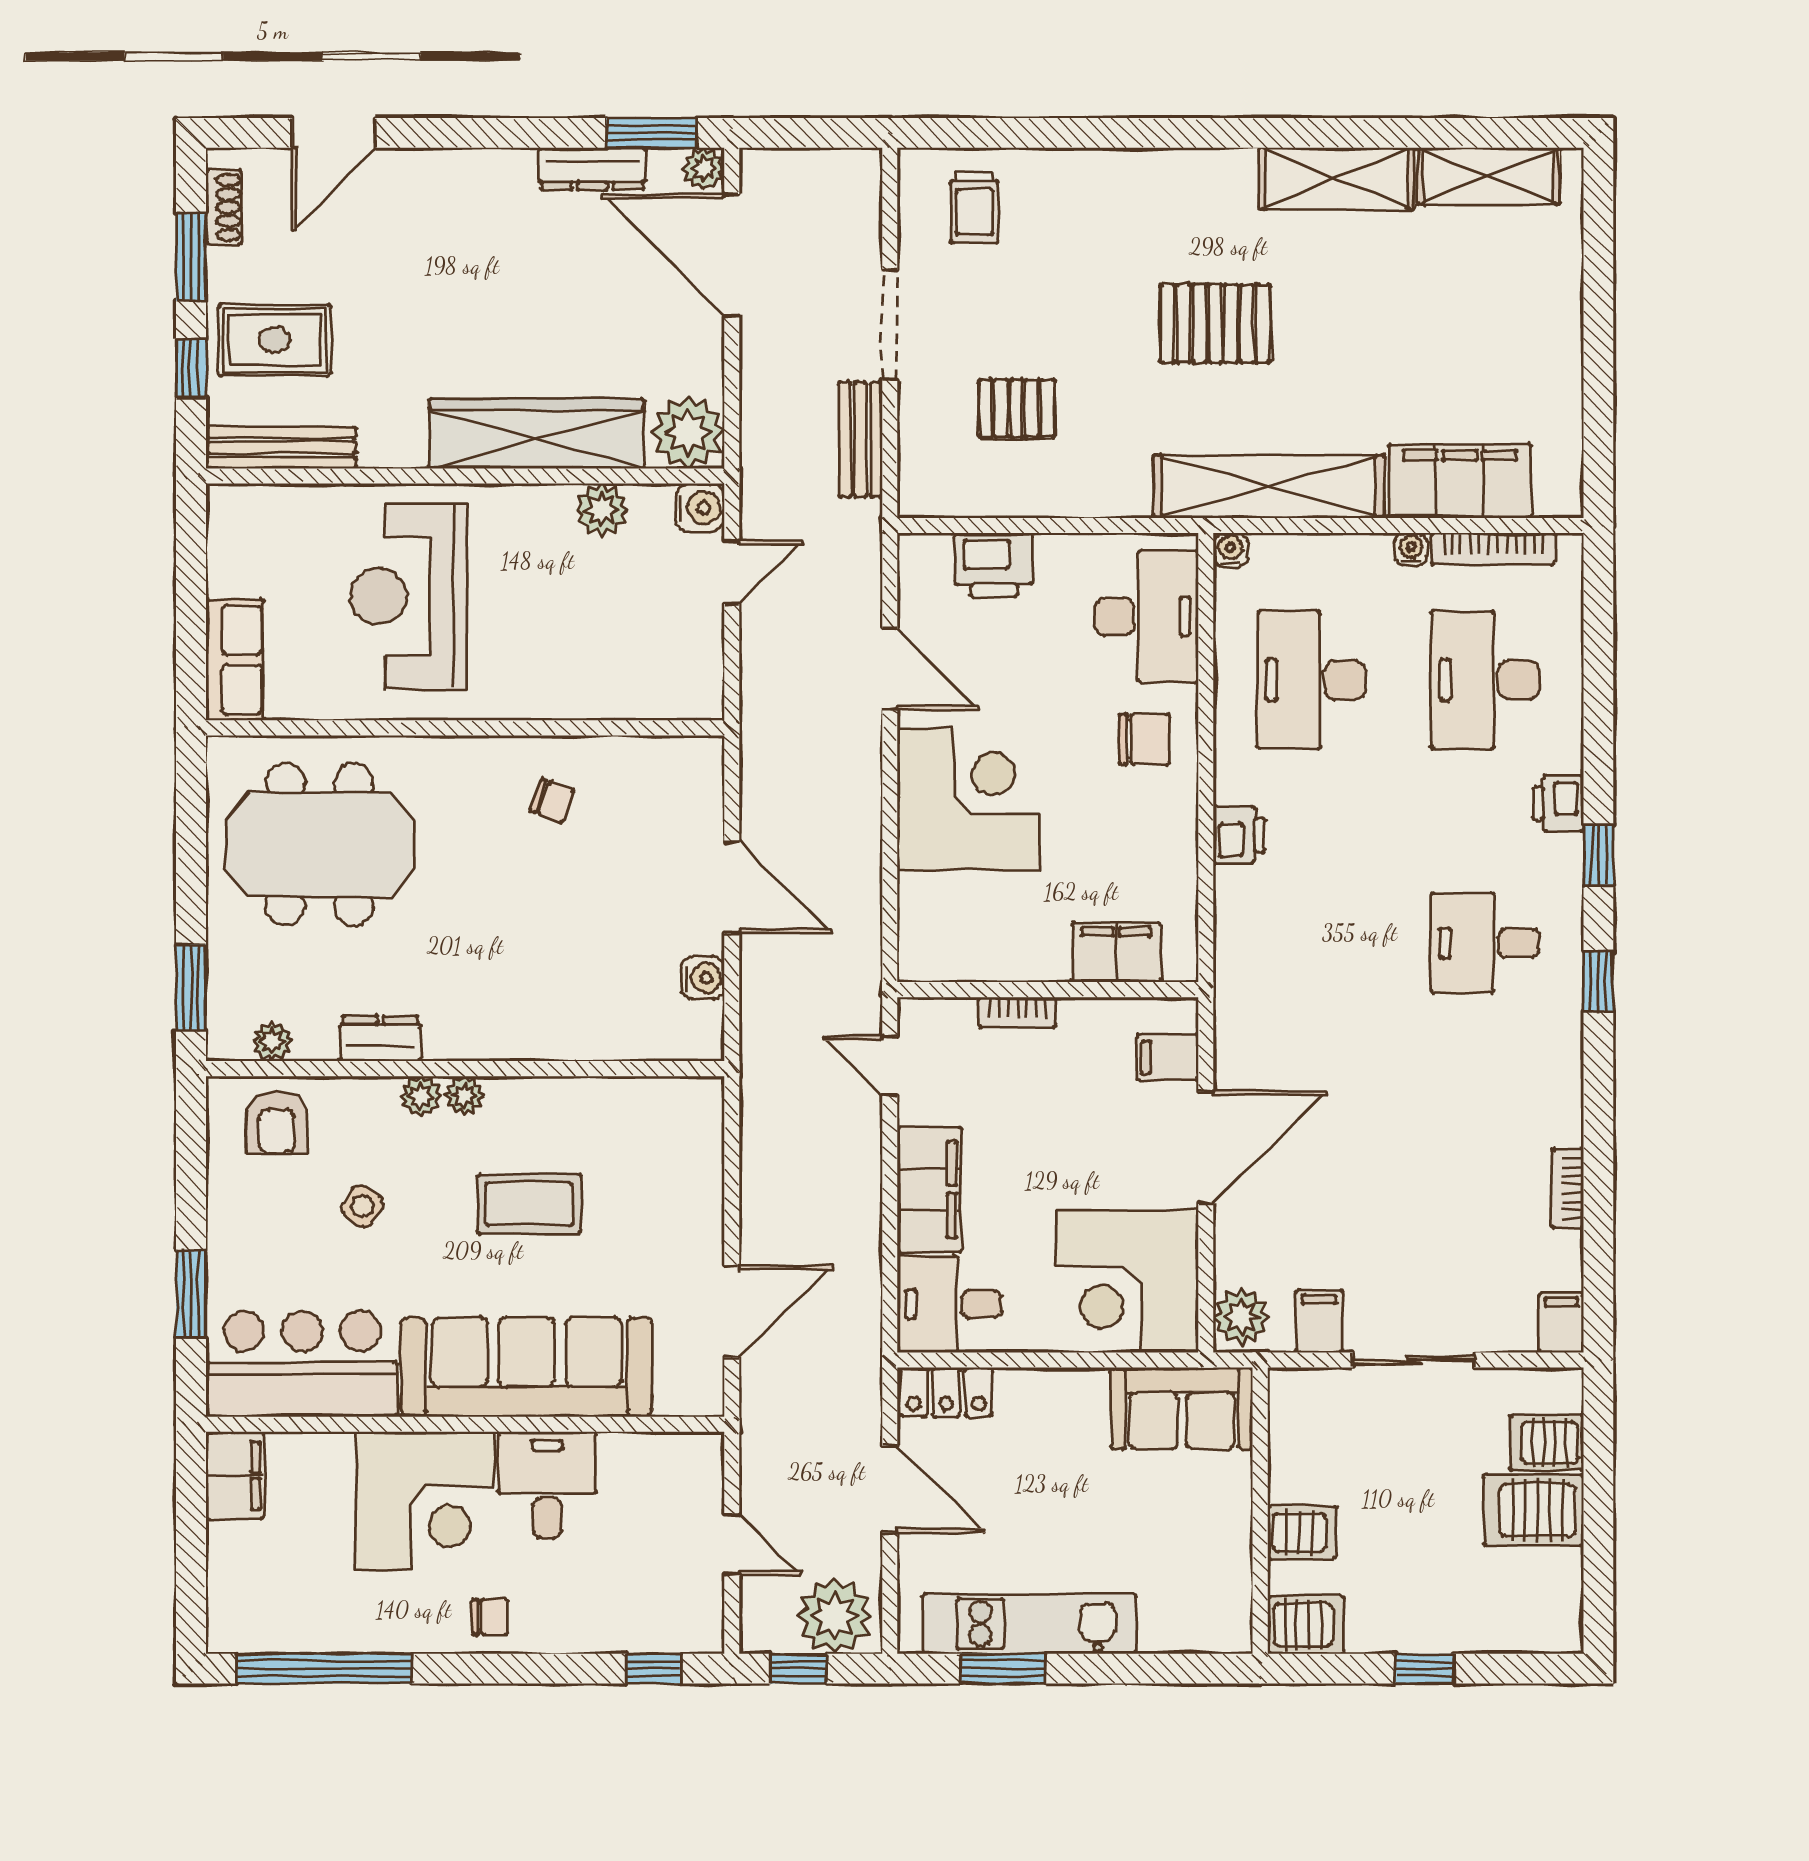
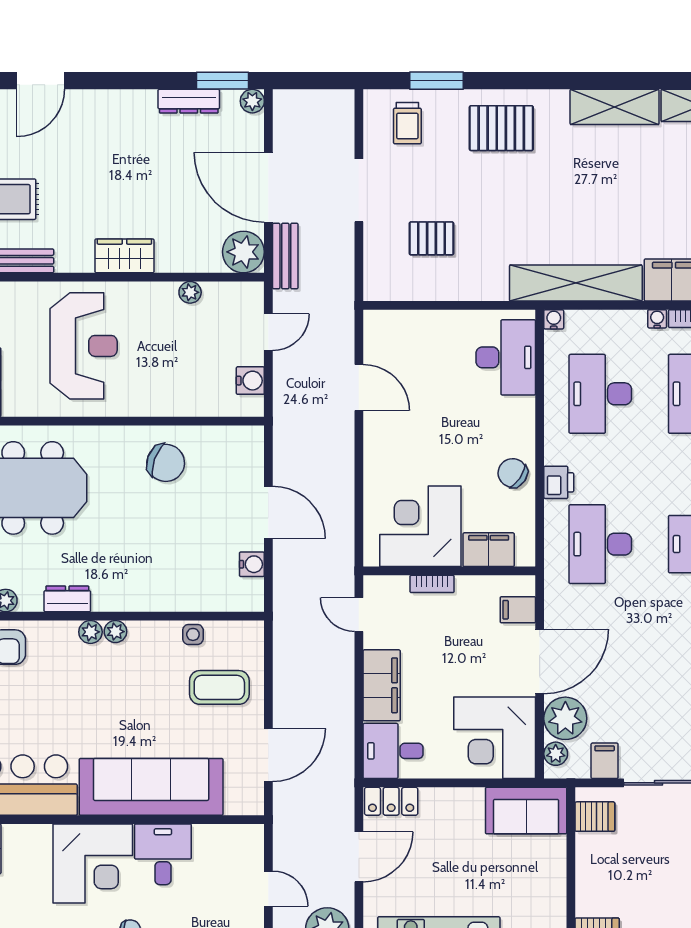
window: (1025, 133) -> (437, 81), added
door: (732, 255) -> (268, 187), moved
pallet: (1215, 324) -> (501, 128), moved
wardrobe: (537, 434) -> (124, 256), width x0.48, depth x0.85
bench: (860, 439) -> (285, 256), moved
water cooler: (700, 508) -> (250, 381), moved
plant: (602, 510) -> (190, 292), width x0.73, depth x0.73
printer: (994, 565) -> (418, 328), removed
reception desk: (409, 596) -> (84, 346), turned 180
chair: (1144, 739) -> (513, 473), moved, turned -146
corner desk: (968, 799) -> (420, 526), moved, turned -90
chair: (552, 801) -> (166, 463), width x1.87, depth x1.87
desk: (1312, 943) -> (600, 544), added
coffee table: (529, 1204) -> (219, 687), moved
side table: (362, 1206) -> (193, 634), moved, turned -35
plant: (1251, 1247) -> (565, 718), added
plant: (1241, 1317) -> (556, 754), width x0.73, depth x0.73
door: (890, 1489) -> (359, 857), hinge flipped
server rack: (1302, 1532) -> (595, 817), moved

